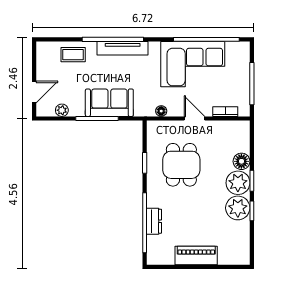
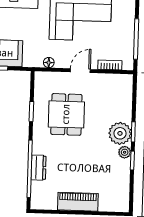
door: (194, 119) -> (80, 71), hinge flipped
floor lamp: (241, 161) -> (124, 113), removed
plant: (238, 208) -> (125, 152), width x0.53, depth x0.53

